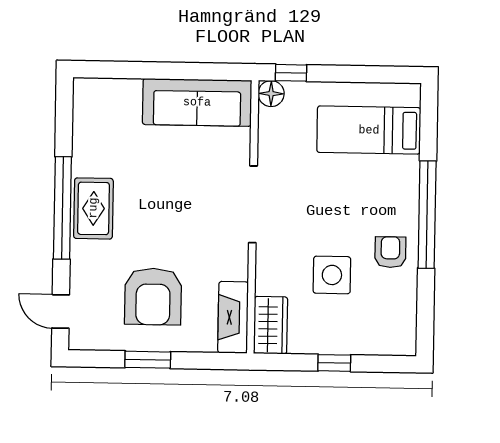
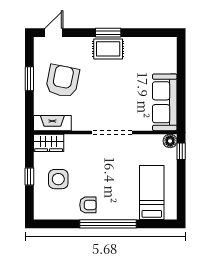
window: (62, 208) -> (108, 33), width x0.47
side table: (332, 275) -> (58, 179), moved
armchair: (153, 297) -> (63, 81), turned 101

